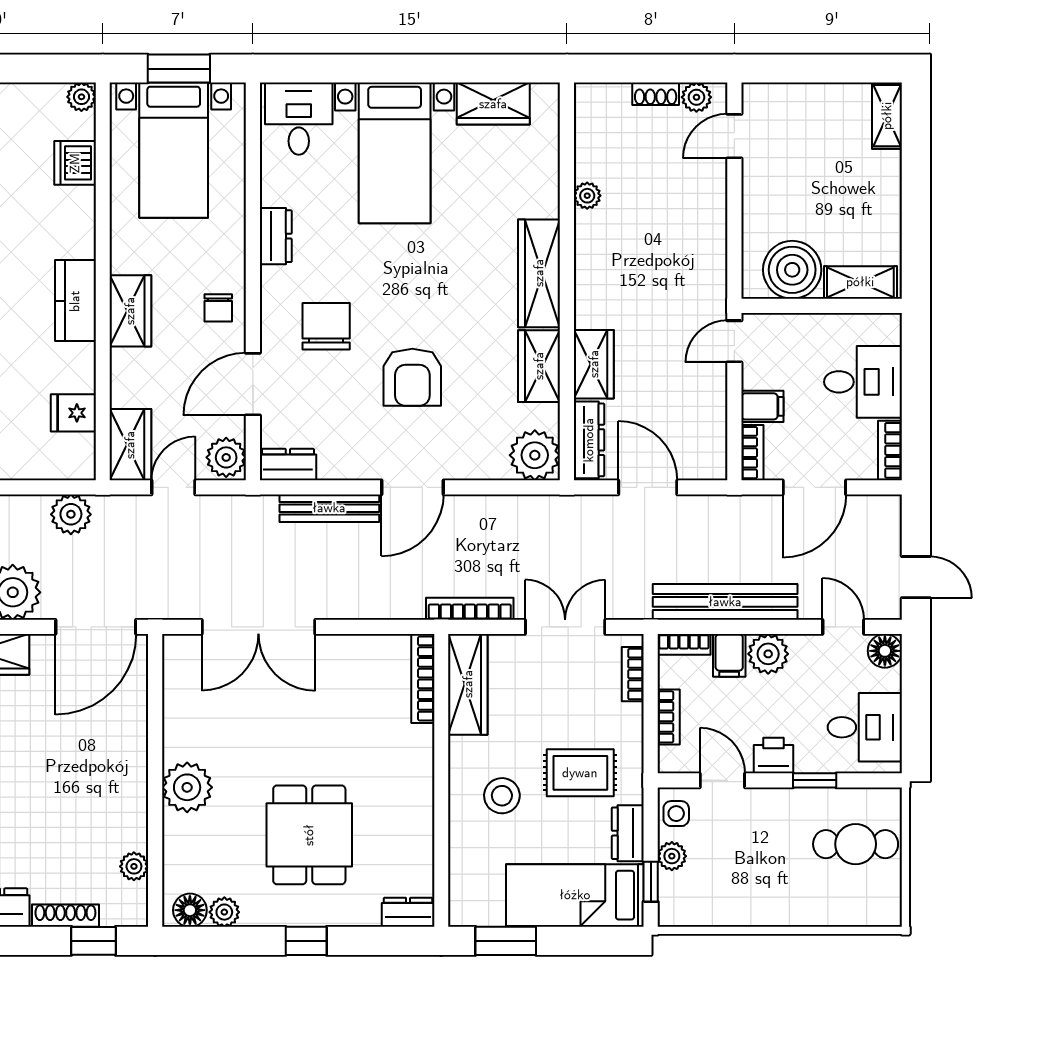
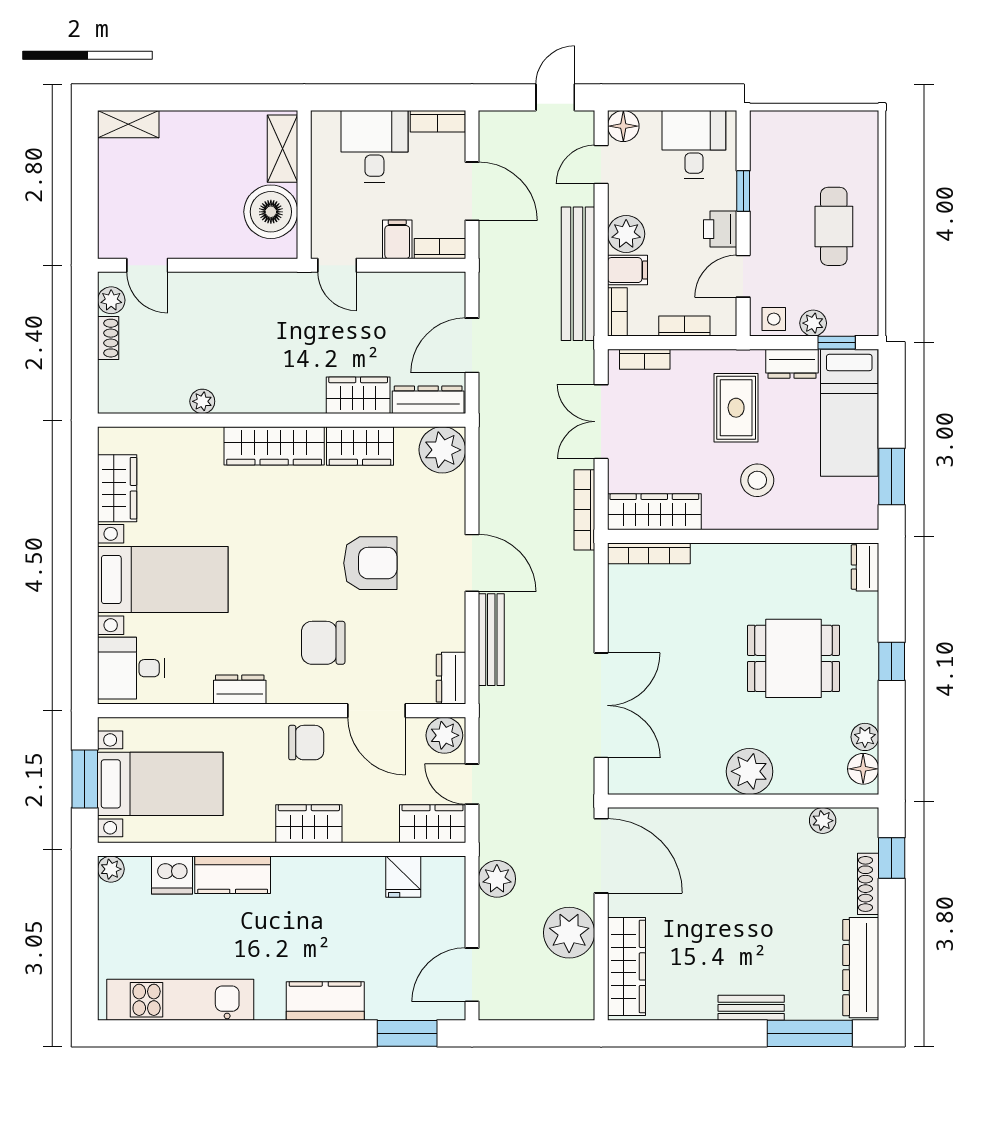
kitchen counter: (75, 301) -> (233, 875), moved
chair: (218, 308) -> (306, 743), width x1.37, depth x1.37
cafe table: (856, 844) -> (834, 226), moved

